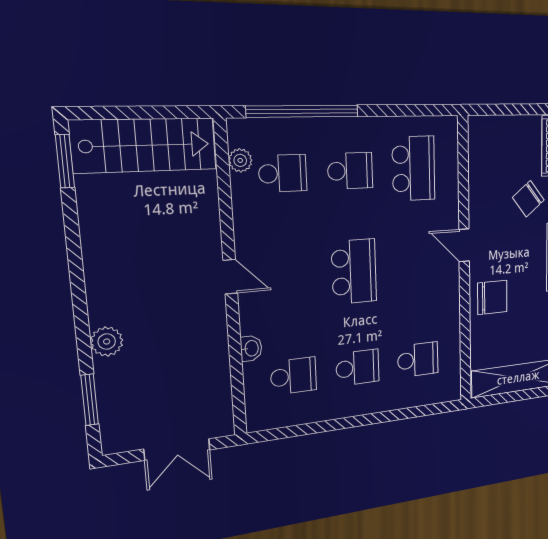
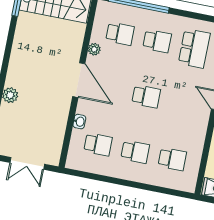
plant: (240, 160) -> (94, 49), moved
school desk: (354, 271) -> (146, 96), width x0.54
door: (230, 277) -> (79, 80), width x1.88

